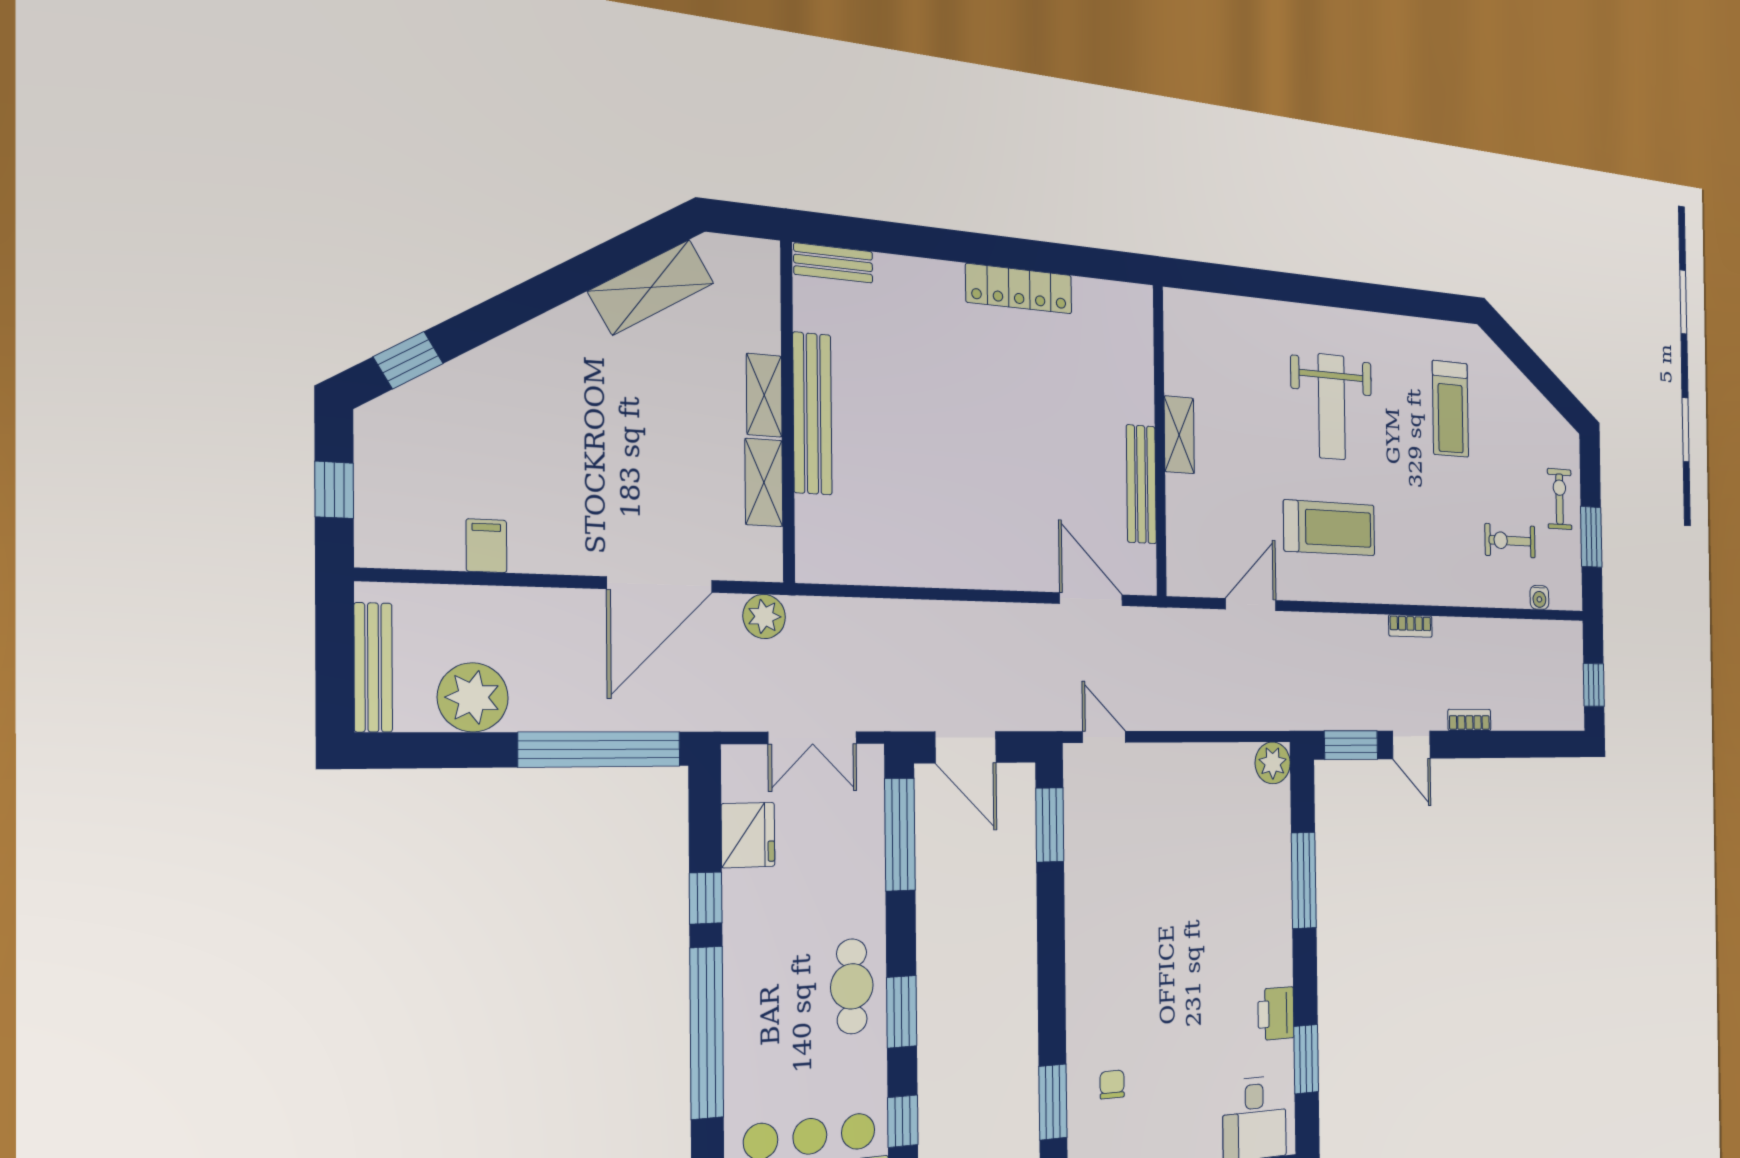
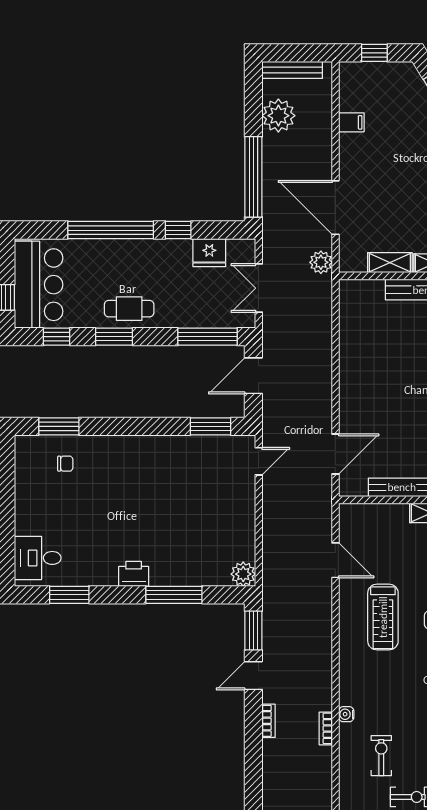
water cooler: (1539, 597) -> (346, 714), moved
bookcase: (1410, 626) -> (326, 728), moved
printer: (1276, 1014) -> (134, 574), moved

